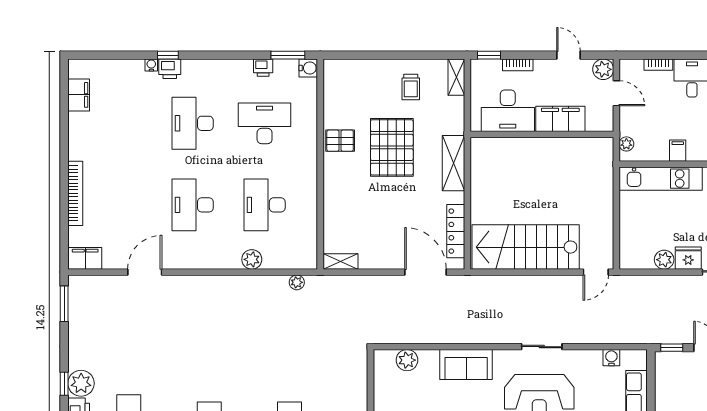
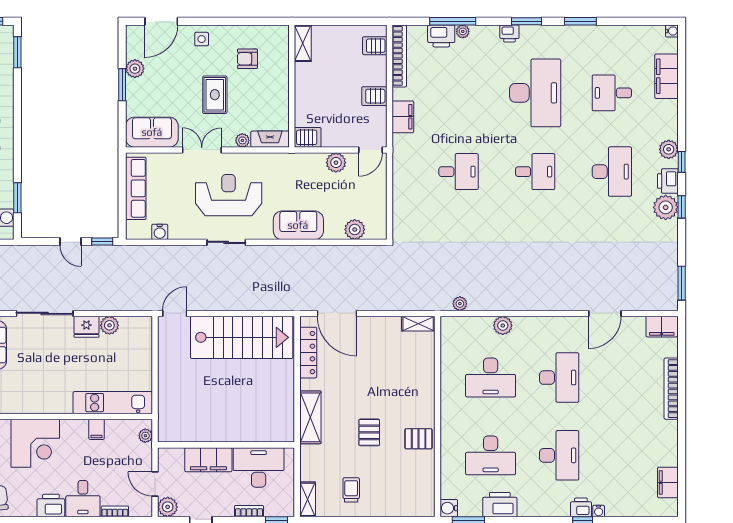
printer: (263, 68) -> (500, 505), width x1.87, depth x1.48
pallet: (392, 147) -> (369, 432), width x0.49, depth x0.50
desk: (265, 205) -> (491, 378), turned 90

